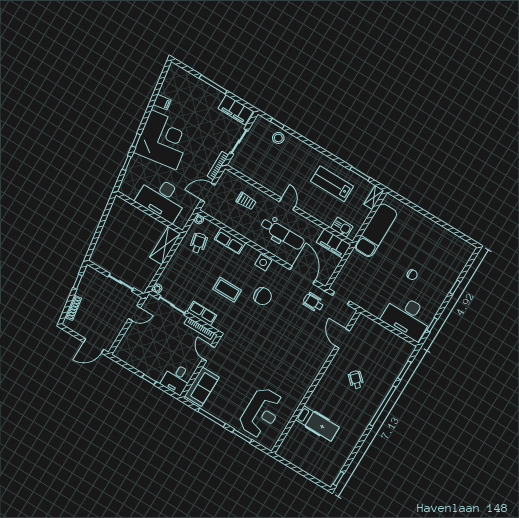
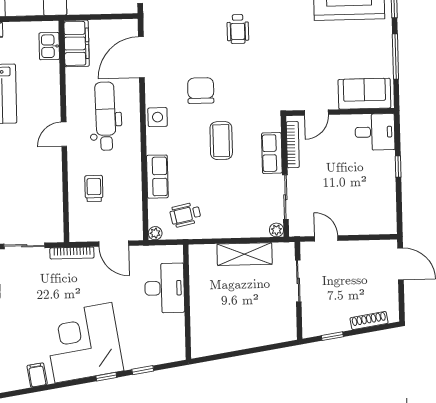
desk: (162, 198) -> (165, 288), width x0.73, depth x0.77
shelving: (165, 246) -> (245, 254), moved
wheelchair: (313, 302) -> (238, 29), moved

